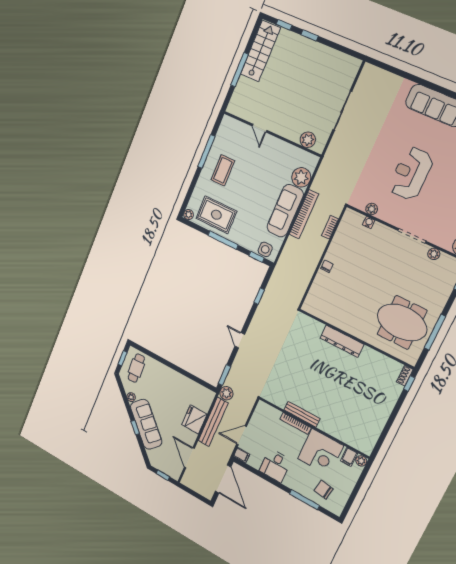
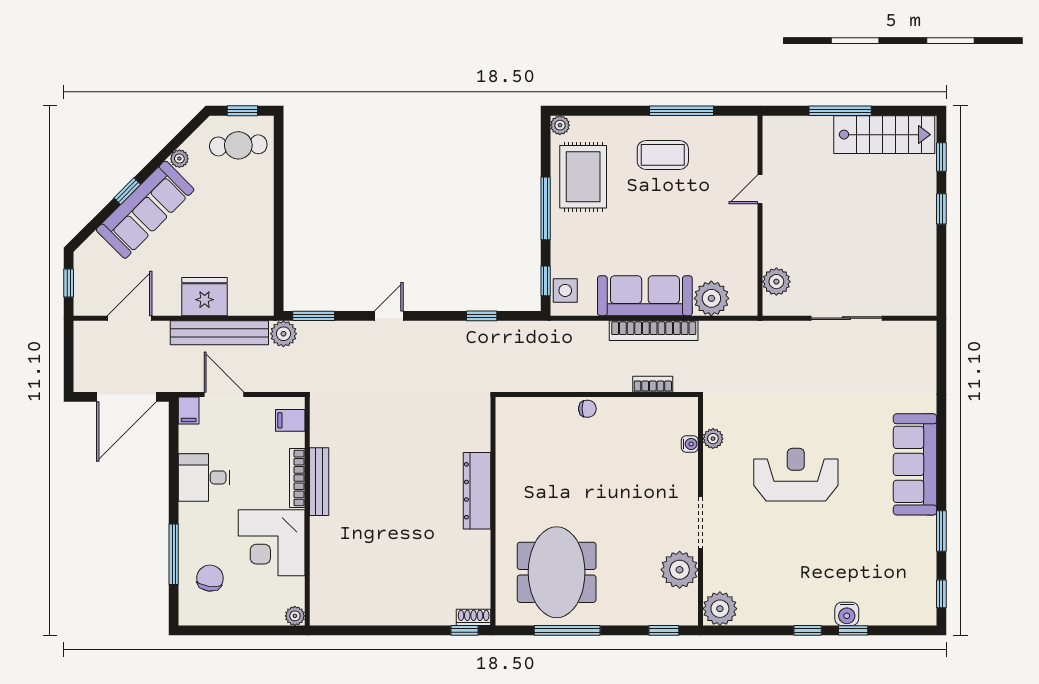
plant: (434, 254) -> (680, 570), width x1.88, depth x1.88
filing cabinet: (349, 457) -> (290, 420), moved

